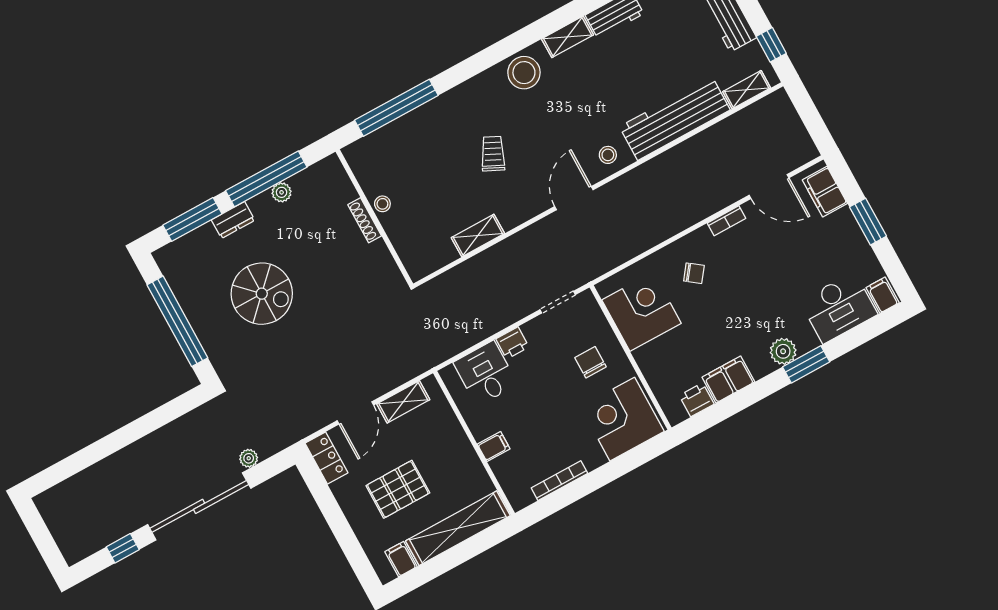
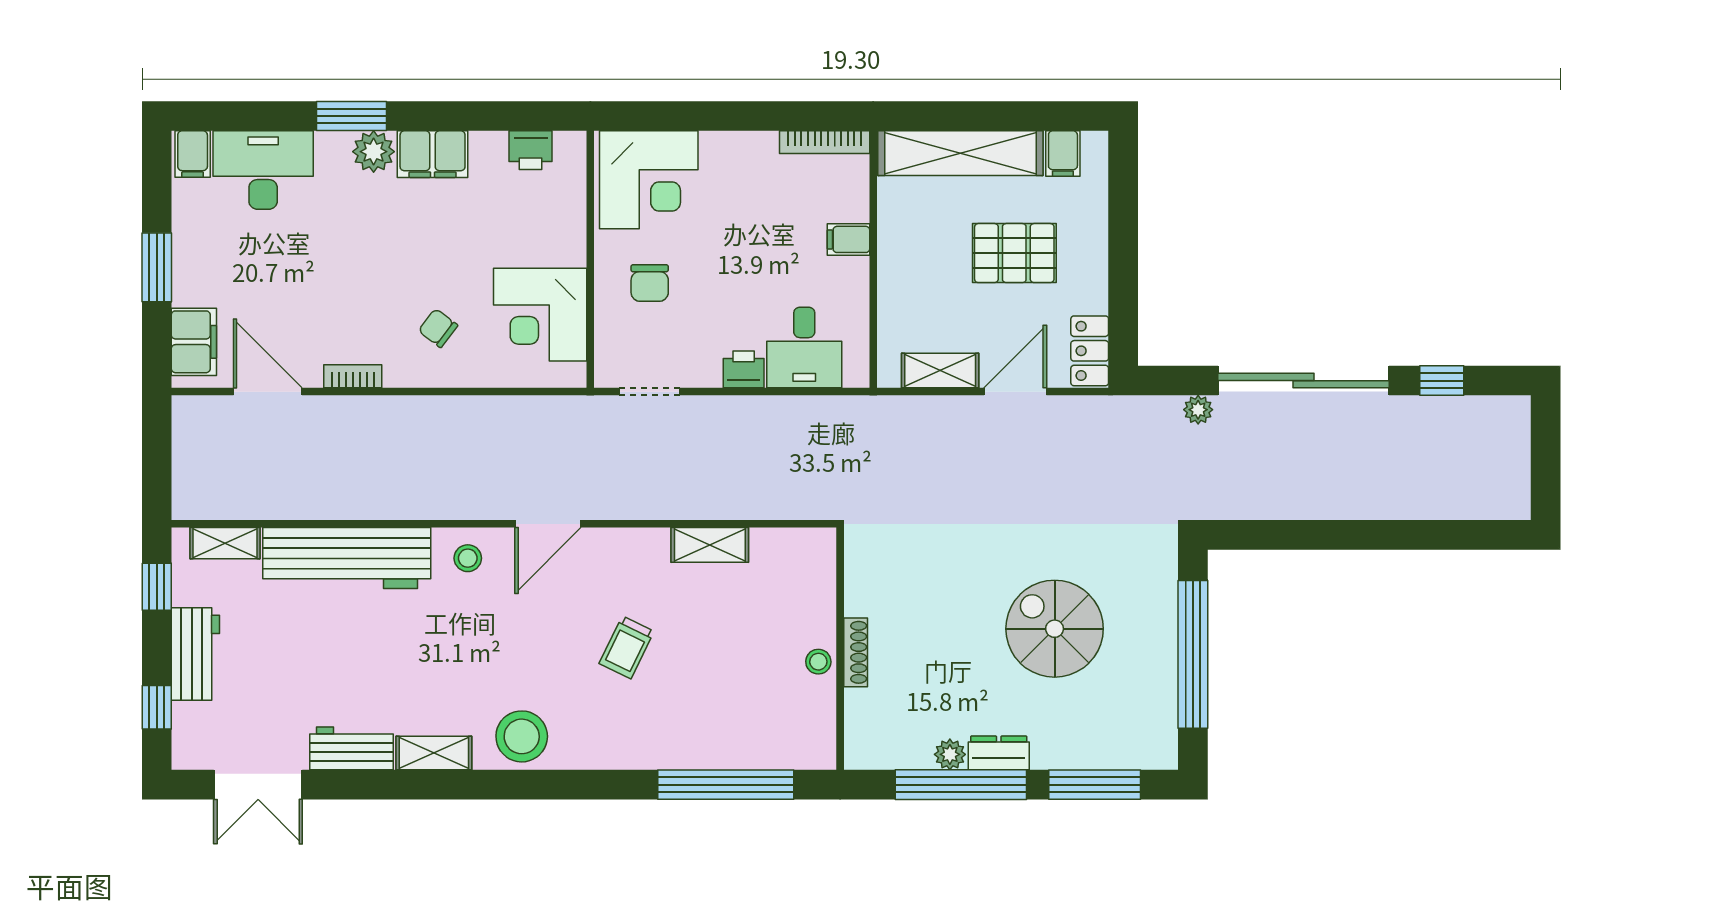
dresser: (233, 220) -> (999, 753), moved
filing cabinet: (728, 380) -> (433, 154), moved
bookcase: (559, 481) -> (825, 142), moved

